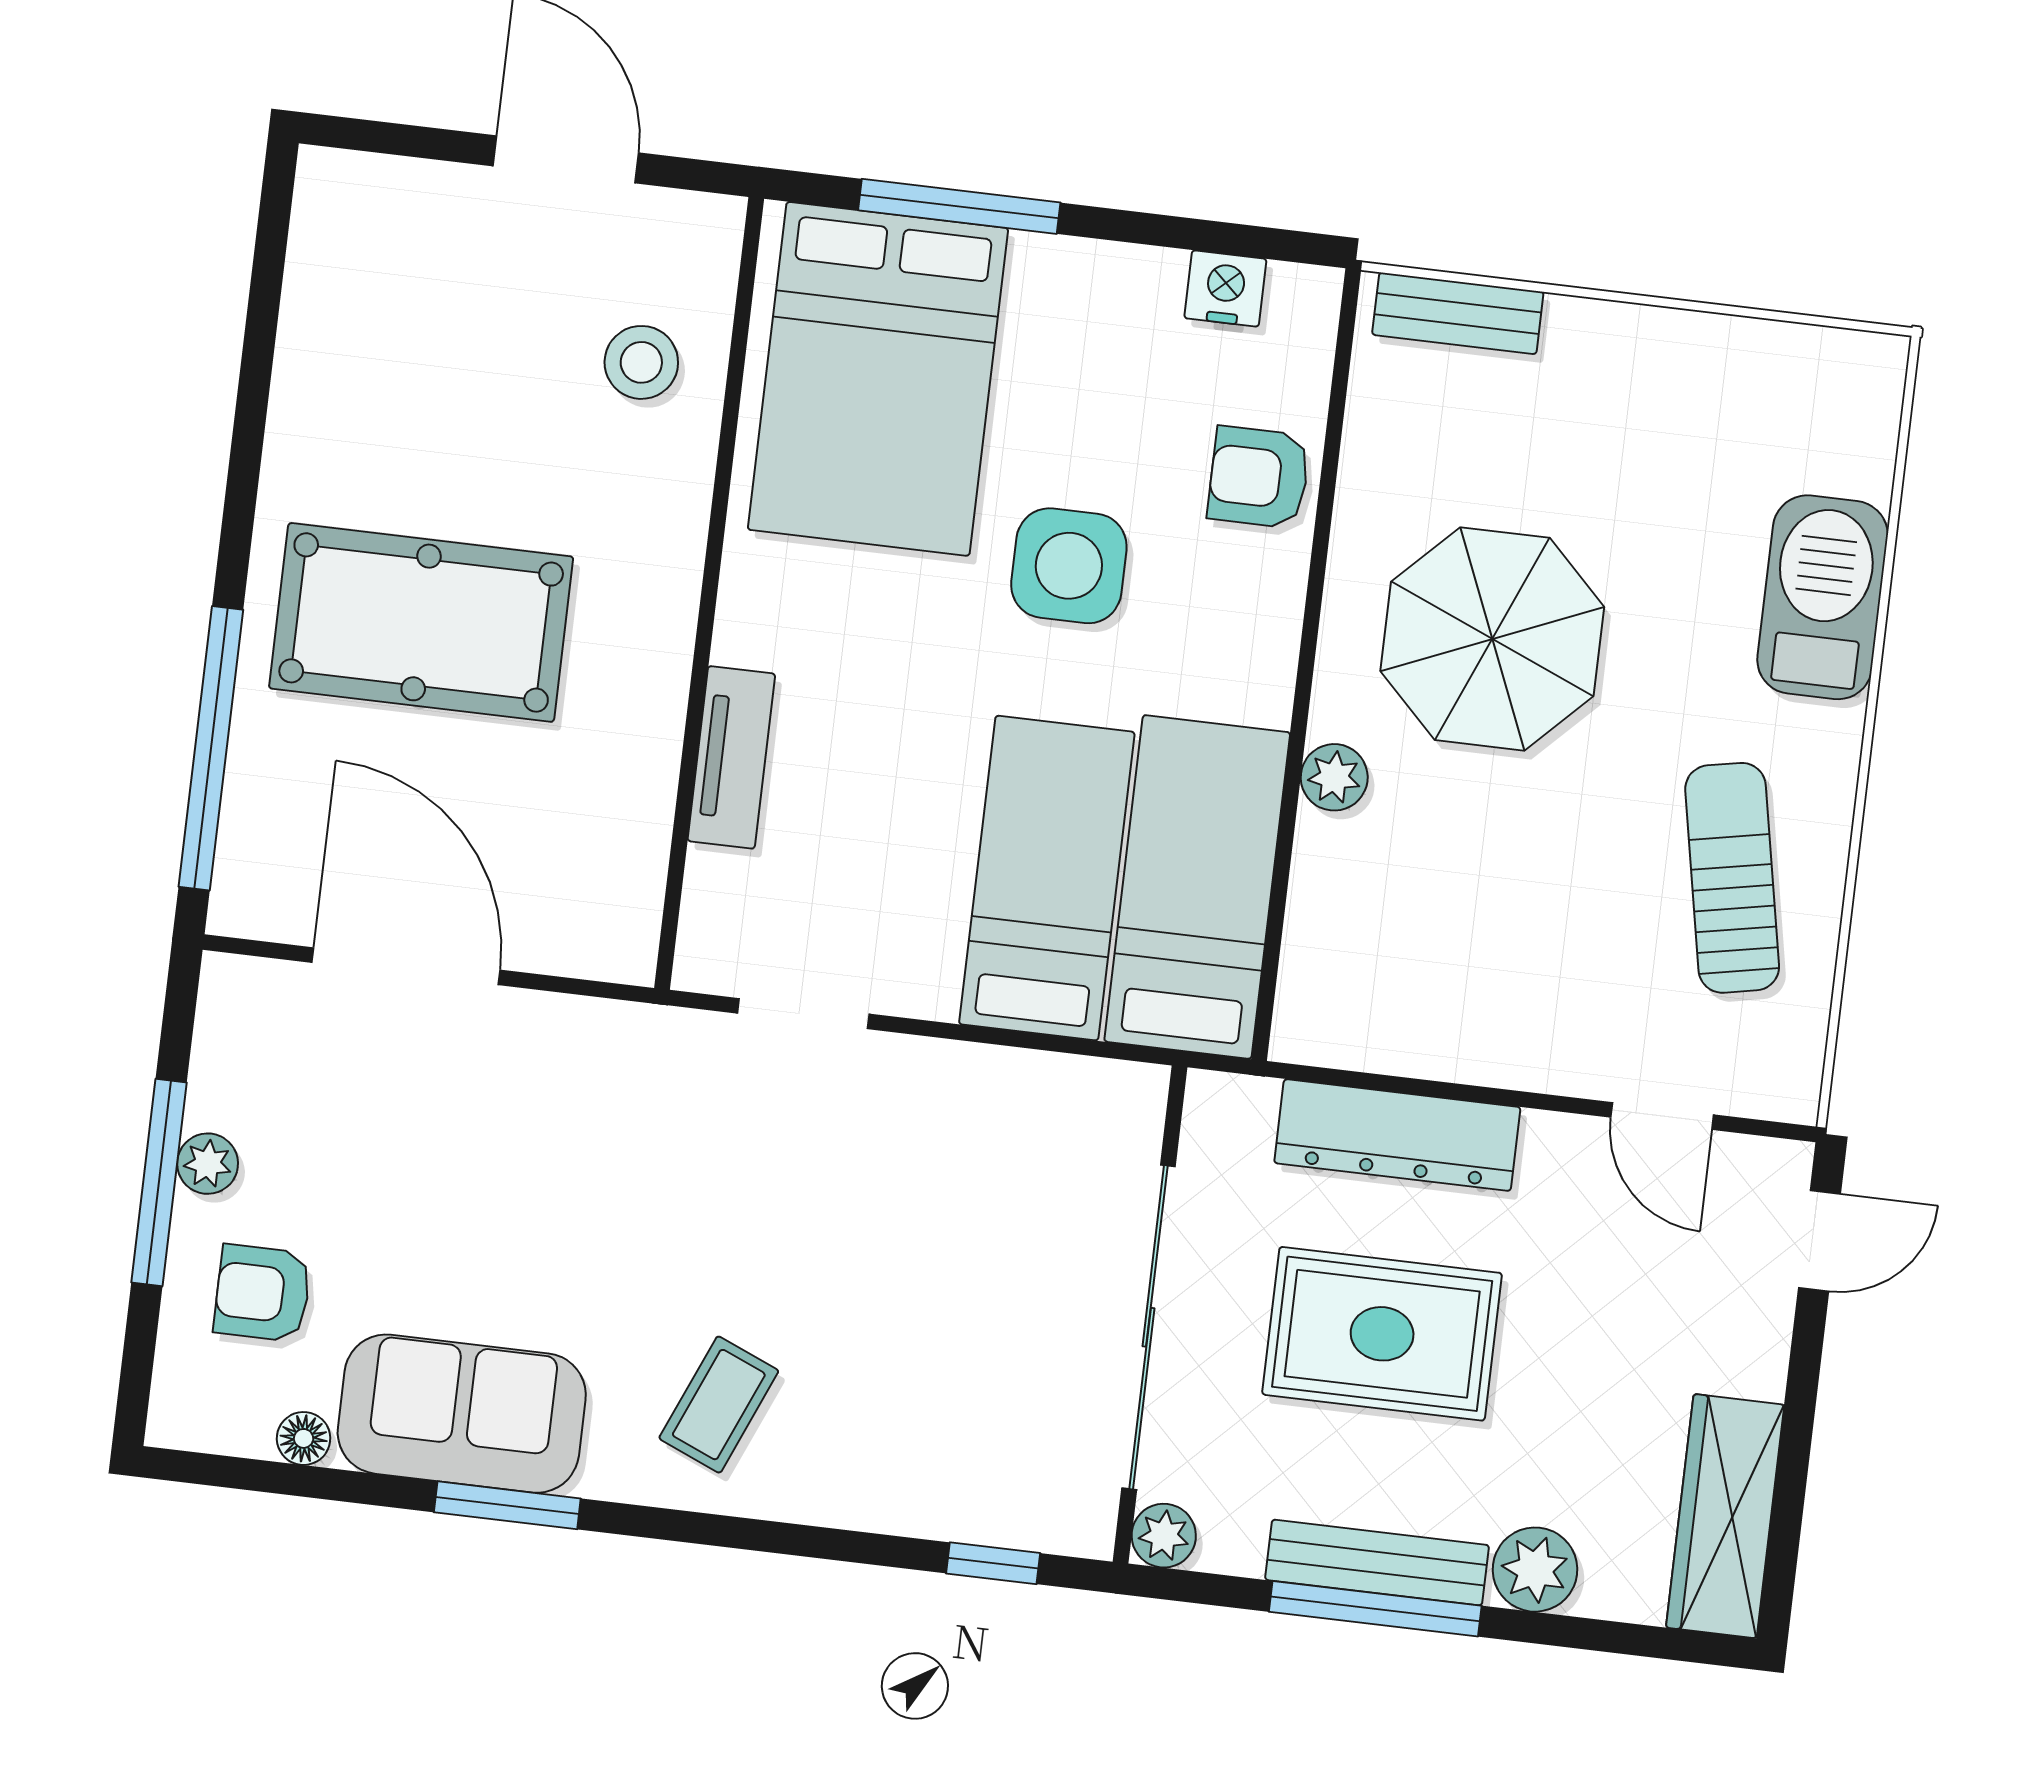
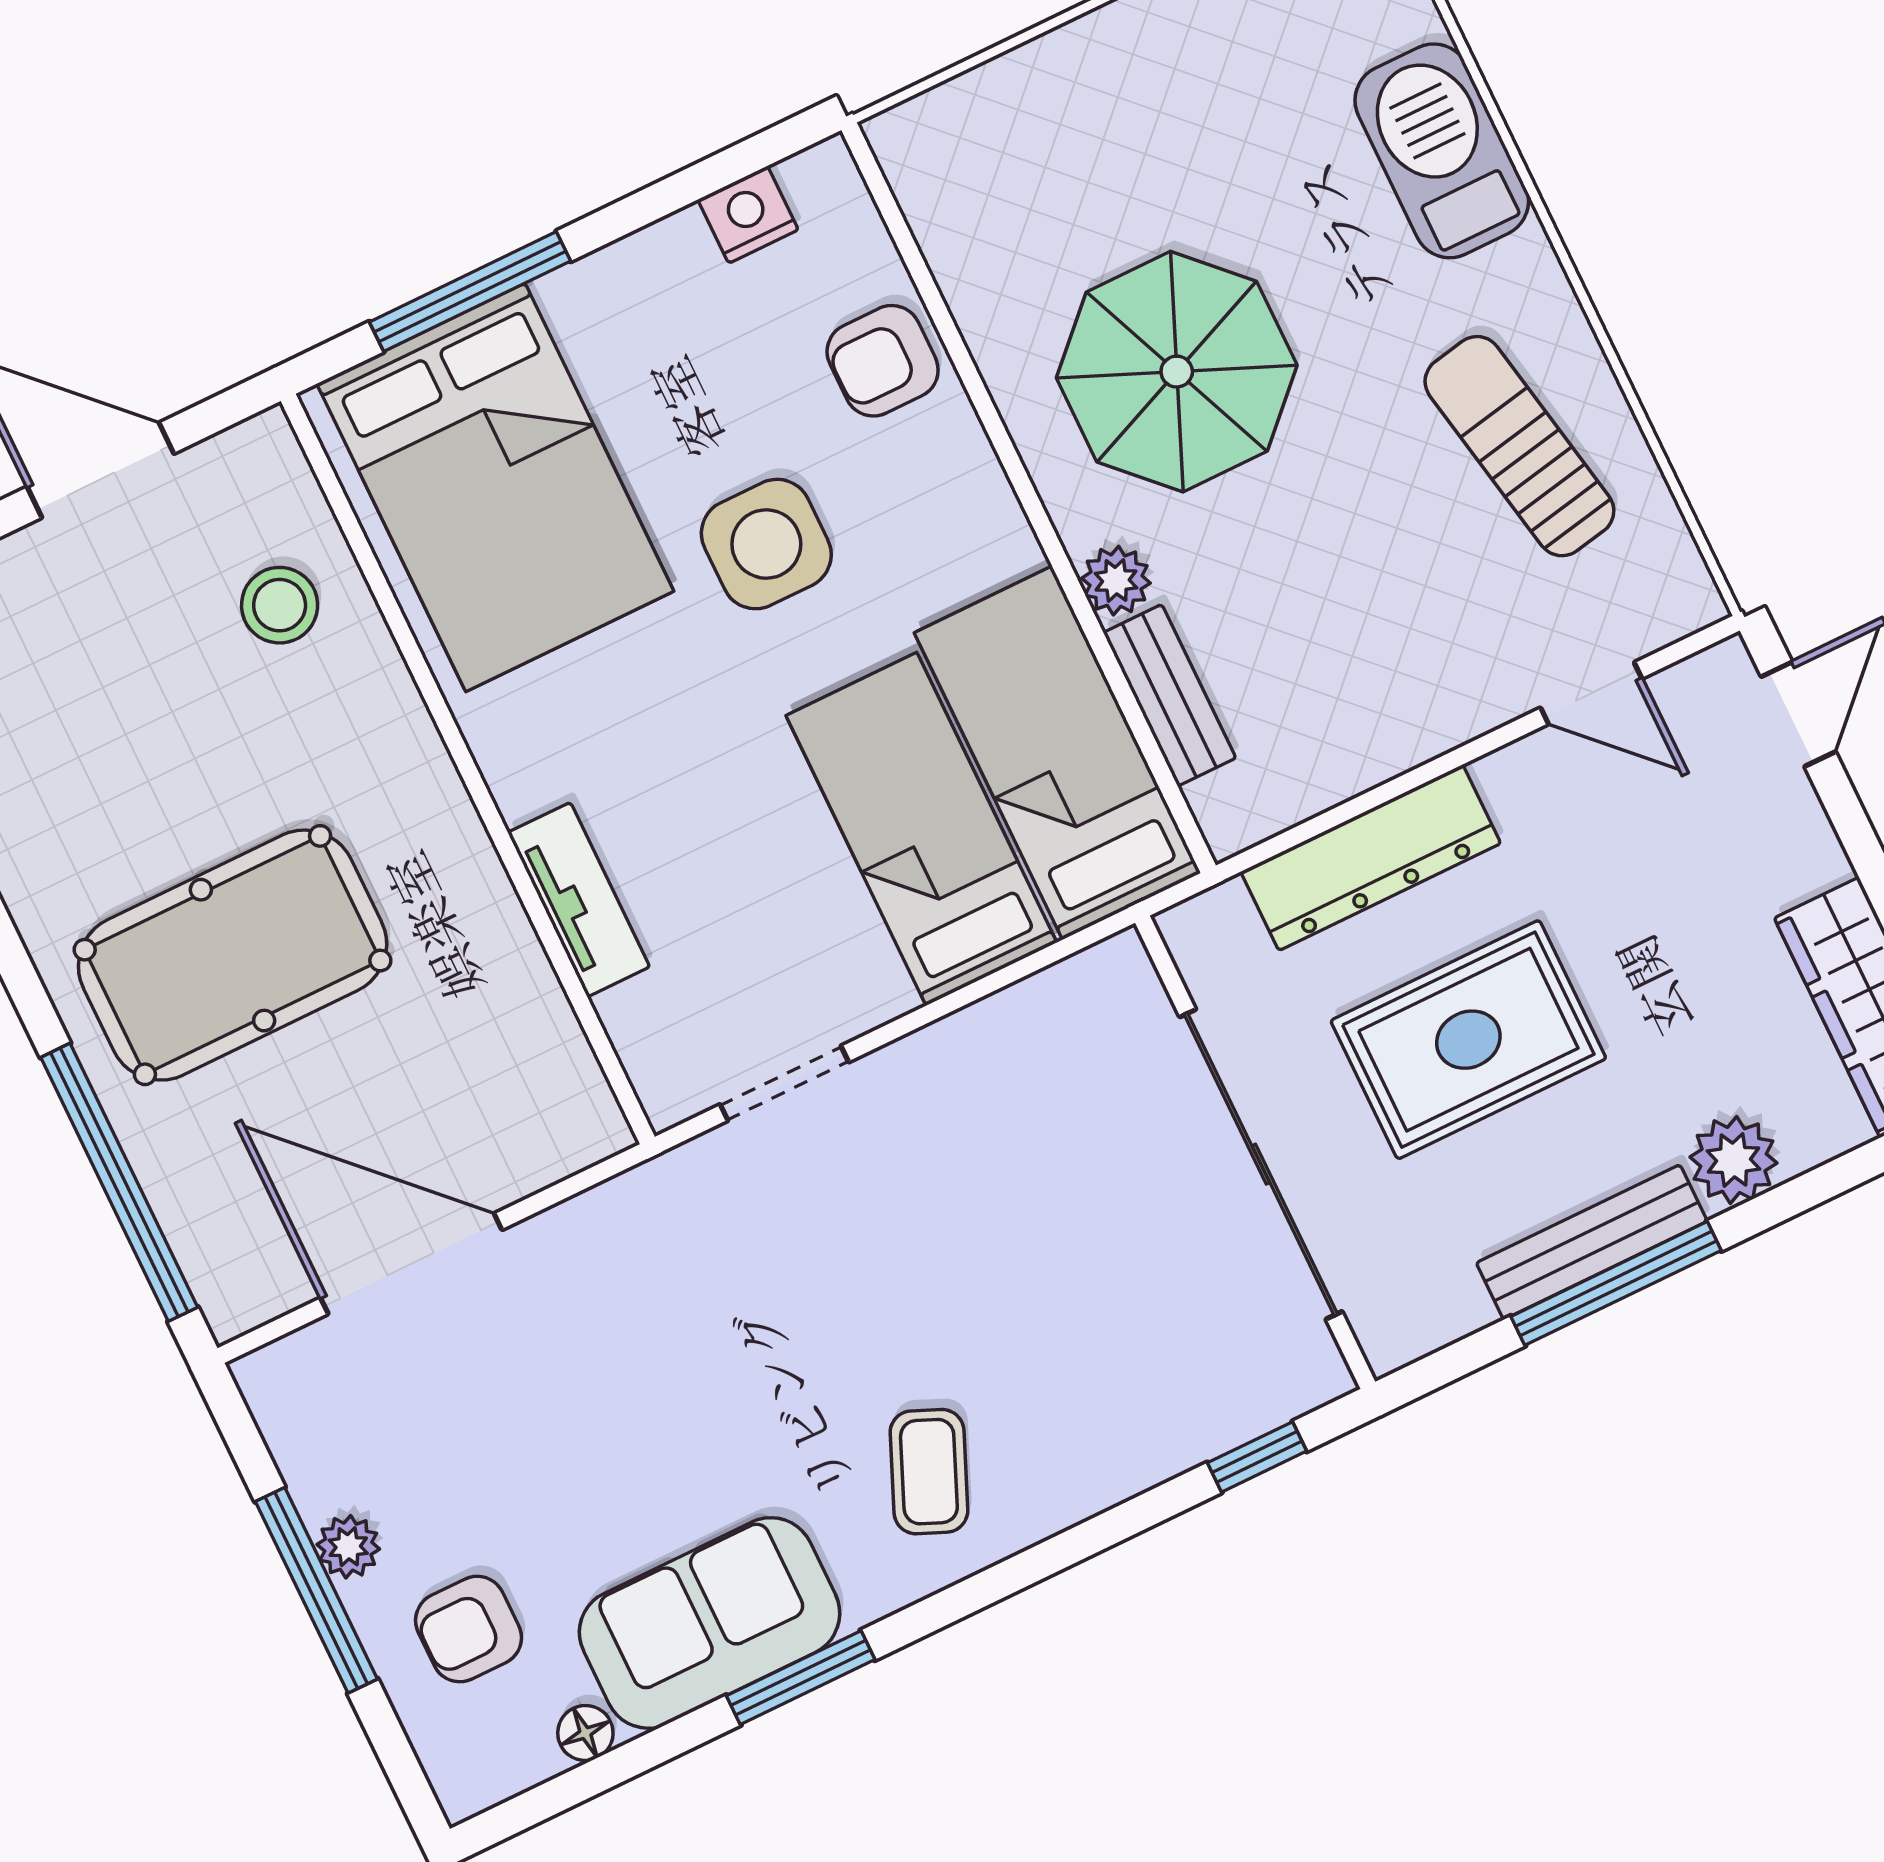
bench: (1458, 313) -> (1169, 695), moved, turned 90
plant: (1164, 1536) -> (1391, 1338), removed

